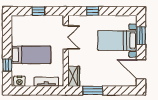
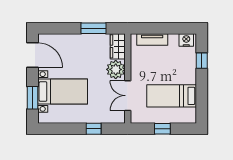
bed: (31, 55) -> (172, 96), moved
plant: (75, 58) -> (116, 69), added

